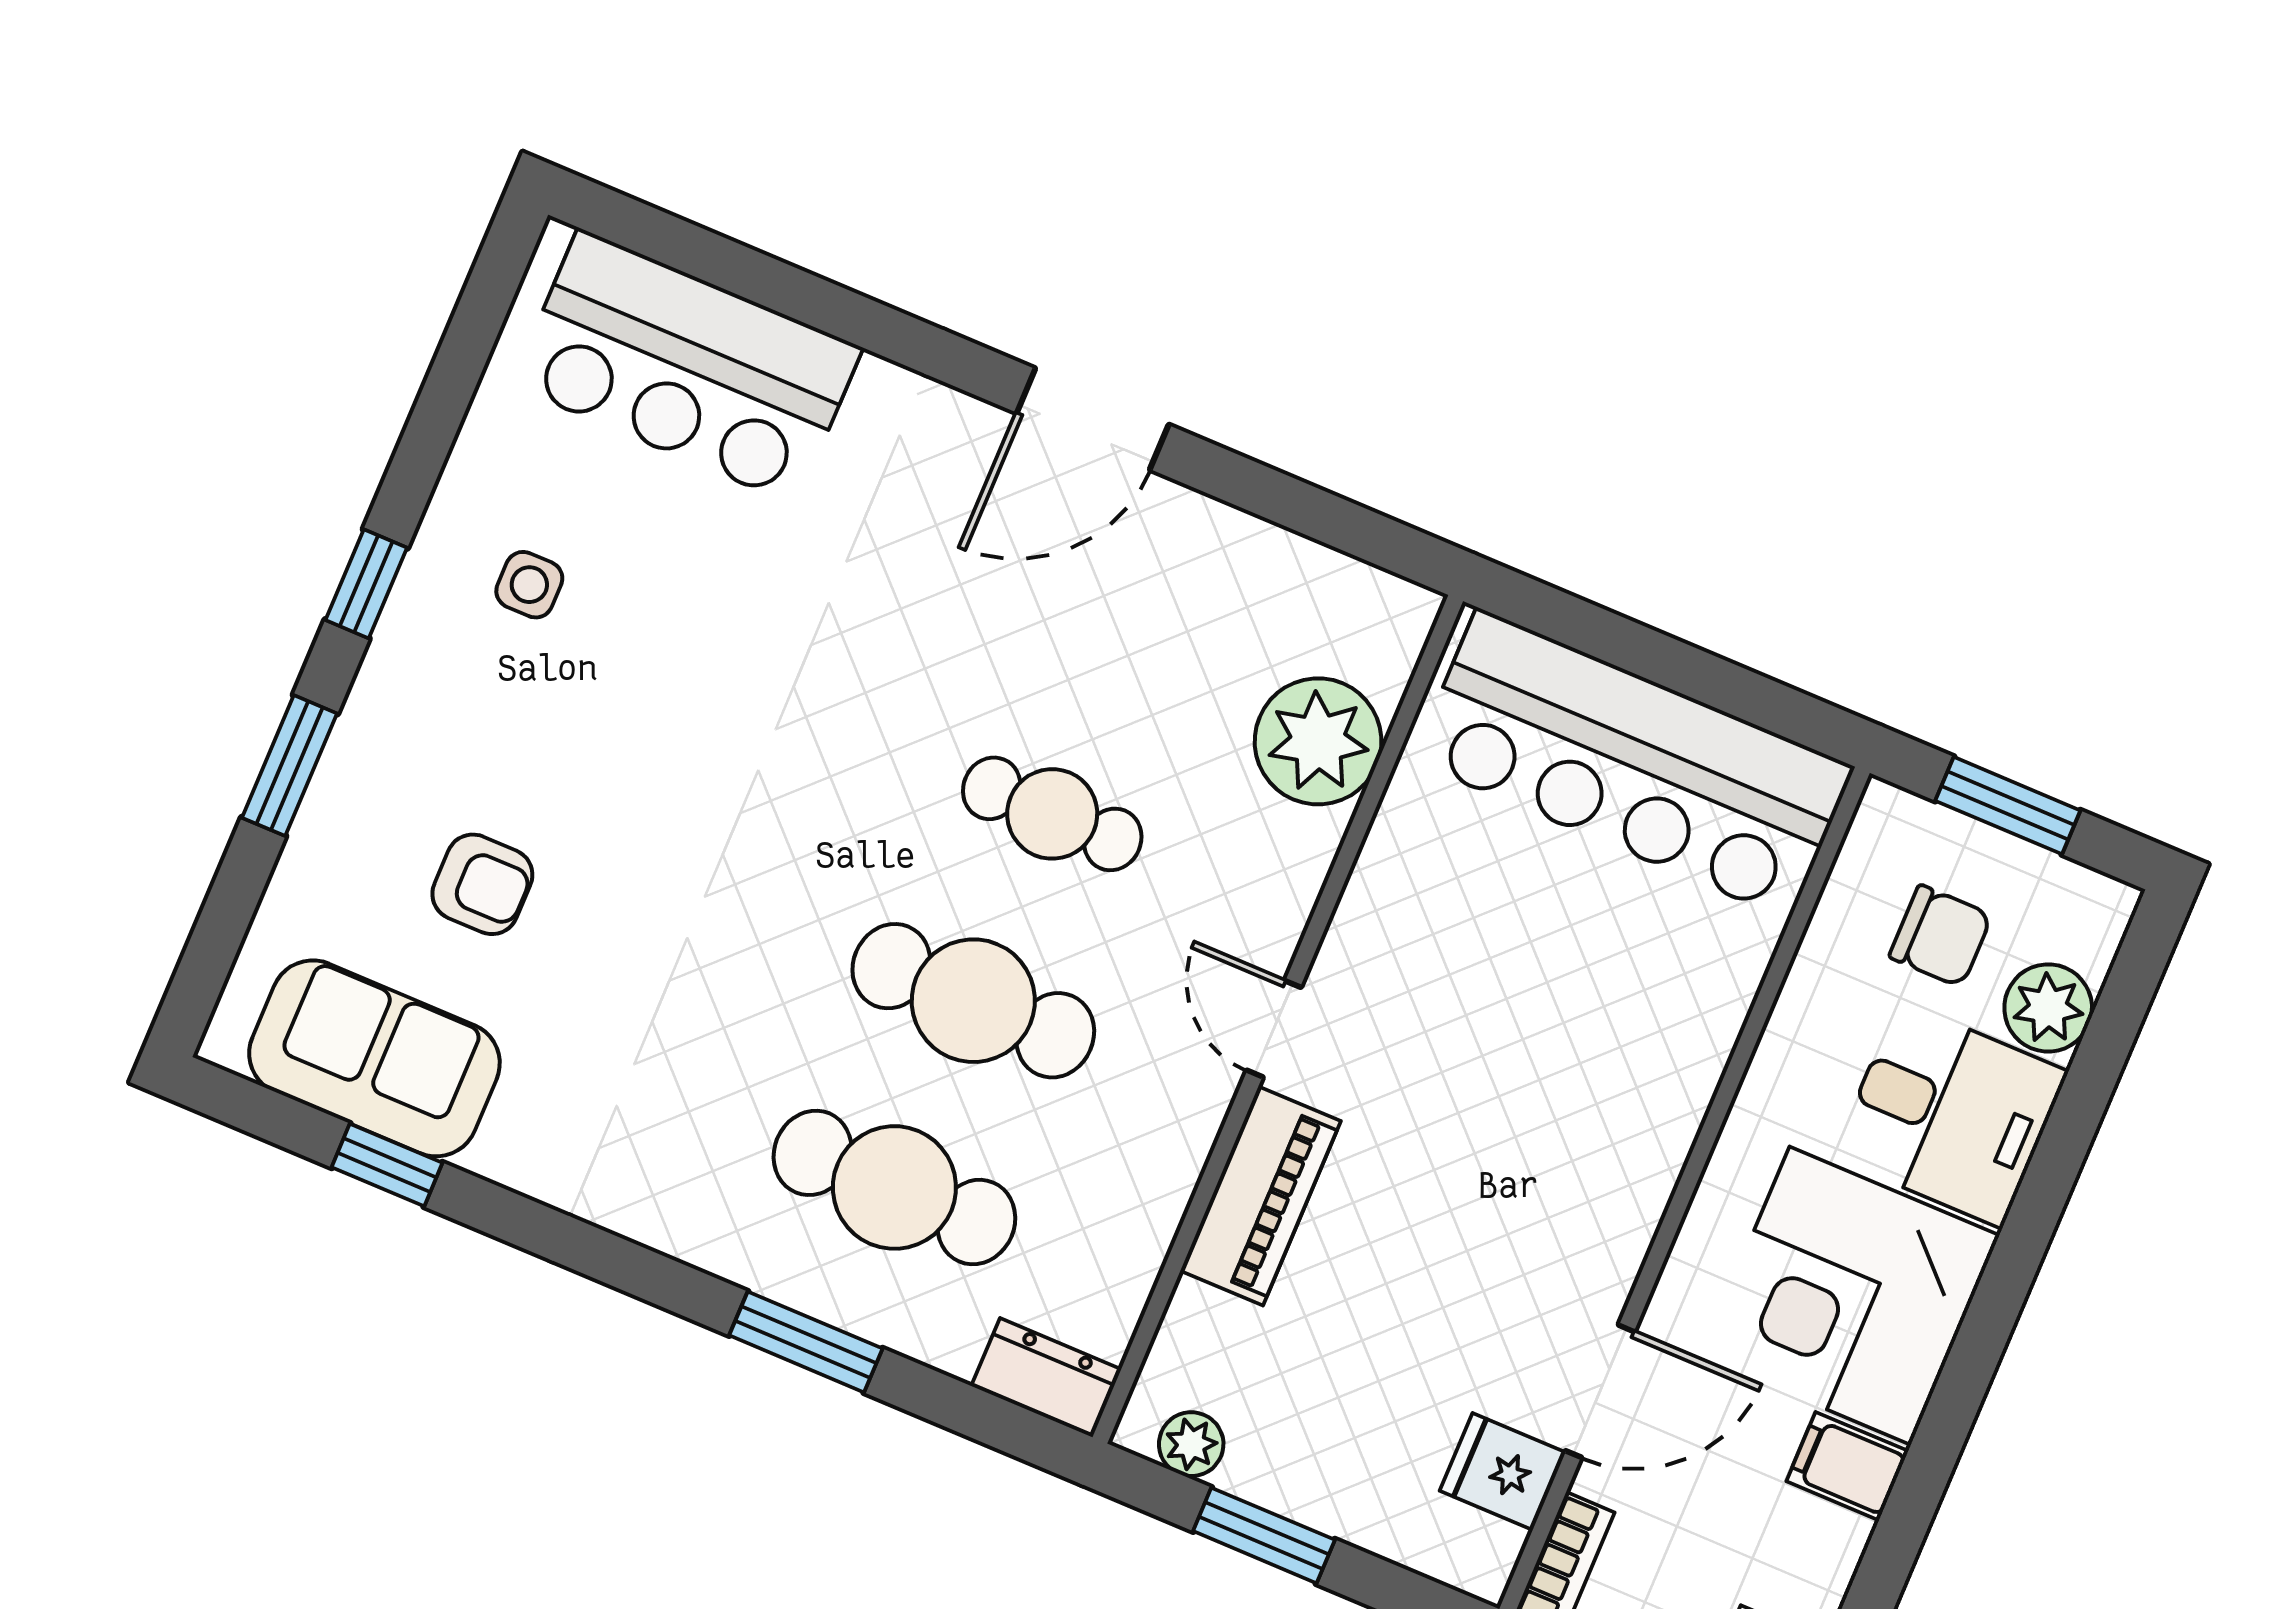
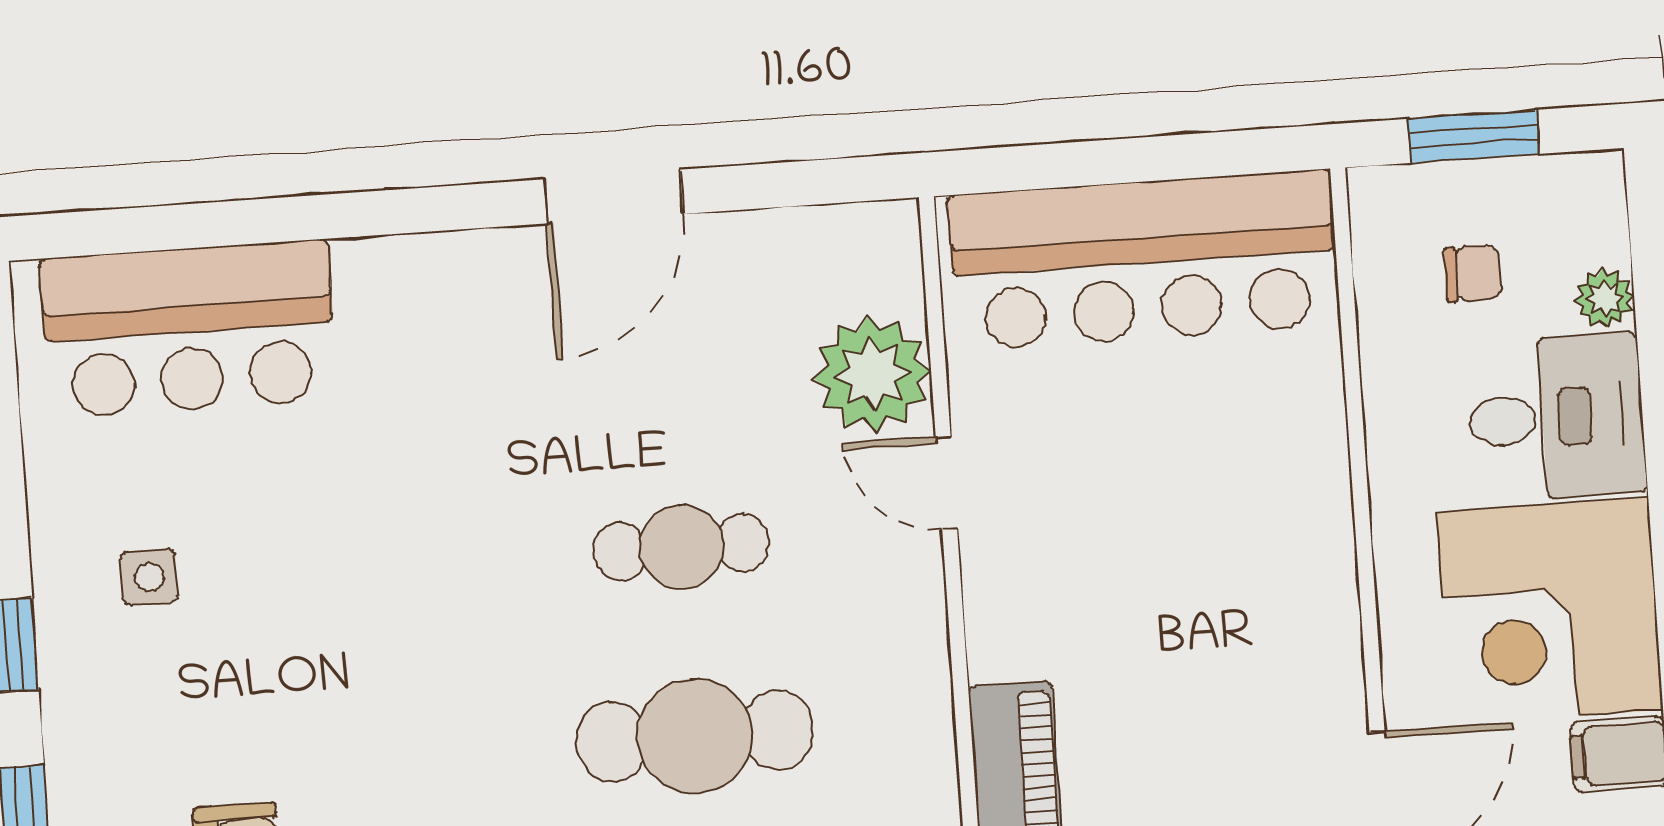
door: (1093, 419) -> (614, 197), moved
chair: (1940, 936) -> (1473, 273), width x0.73, depth x0.73
plant: (2048, 1008) -> (1605, 298), width x0.73, depth x0.73
door: (1274, 1029) -> (946, 483), moved

